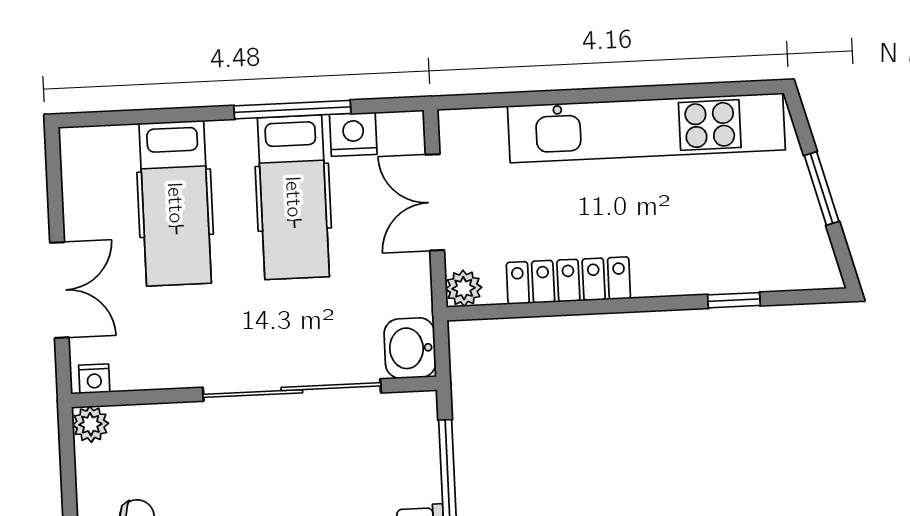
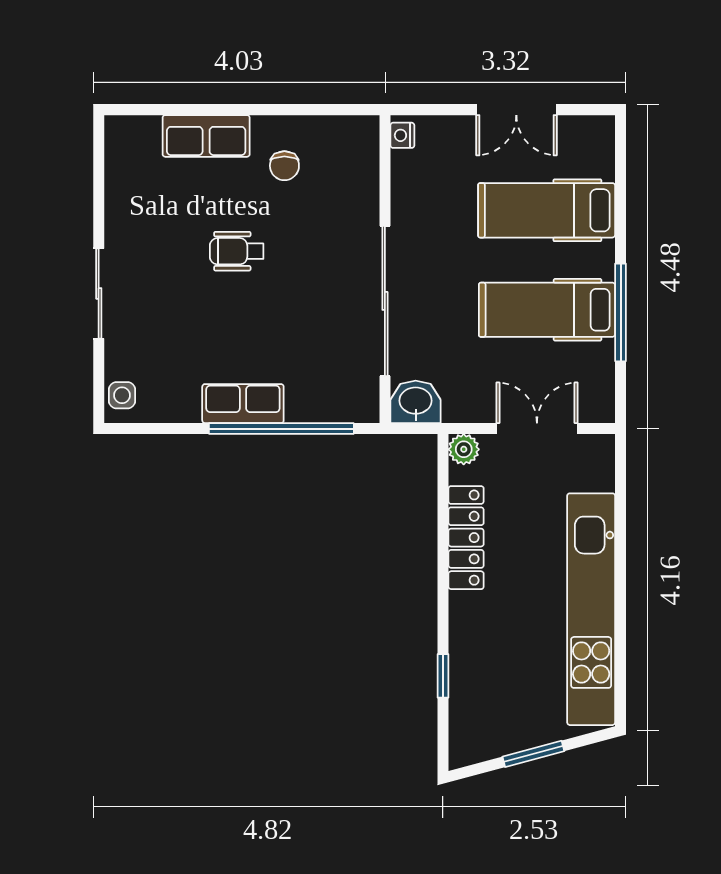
nightstand: (353, 134) -> (597, 363), removed
double door: (59, 290) -> (516, 110), moved
plant: (90, 424) -> (364, 130), removed

